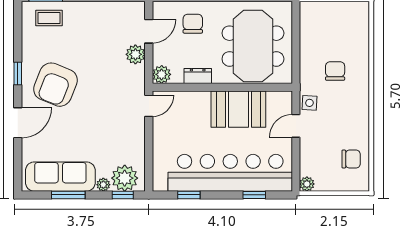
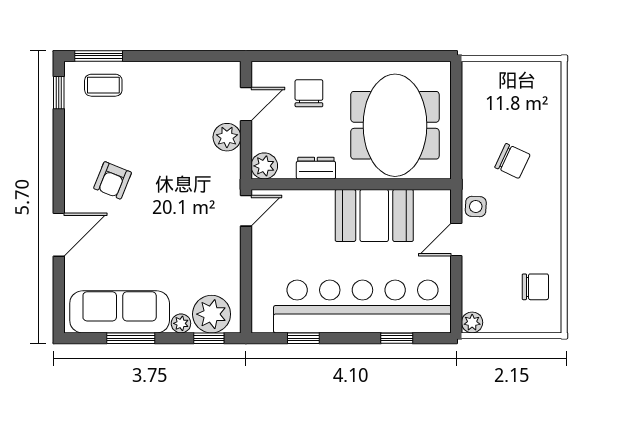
chair: (335, 71) -> (512, 161), turned 115
window: (18, 73) -> (59, 93), moved
armchair: (55, 85) -> (113, 180), width x0.53, depth x0.53

